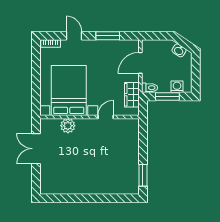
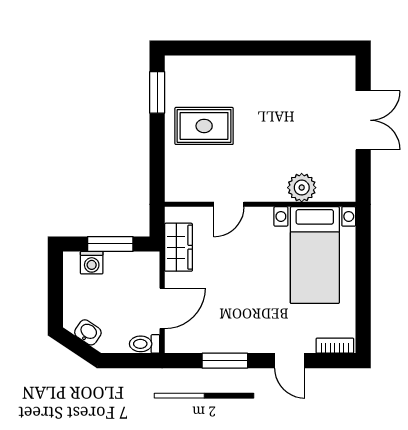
toilet: (150, 88) -> (145, 344), moved
bed with nightstands: (69, 91) -> (315, 255), width x0.73
double door: (36, 149) -> (363, 120), moved
rug: (119, 158) -> (204, 126), added

